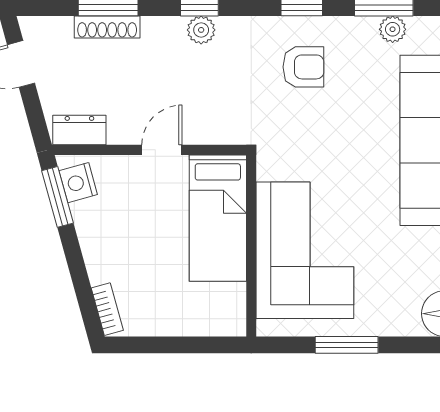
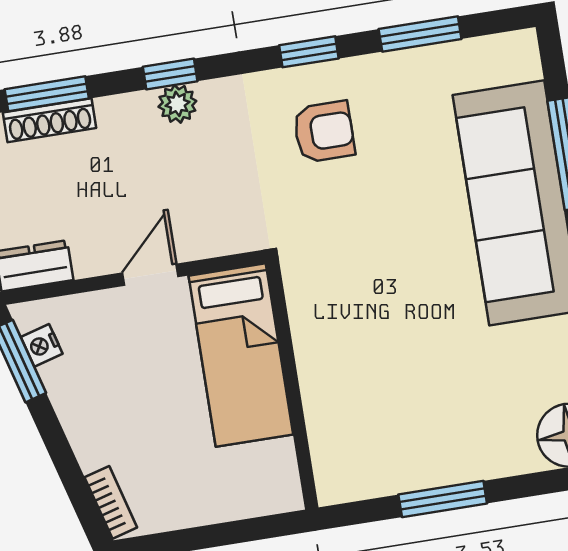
plant: (393, 29) -> (437, 61), removed
nightstand: (78, 183) -> (42, 345), width x0.72, depth x0.74
corner sofa: (305, 250) -> (366, 380), removed

